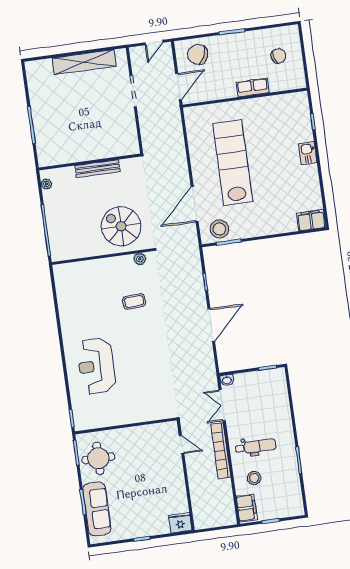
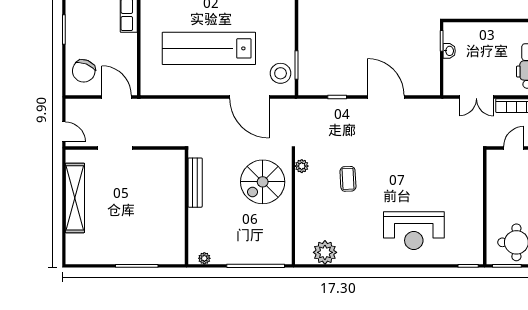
door: (154, 42) -> (64, 132), moved
bench: (97, 169) -> (195, 183), moved
plant: (66, 290) -> (325, 252), added
washbasin: (227, 380) -> (449, 51), moved

